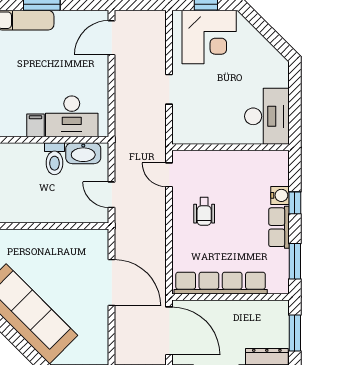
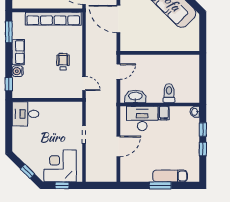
window: (264, 28) -> (27, 171), added
door: (112, 38) -> (118, 146), moved
desk: (267, 116) -> (25, 114), width x0.73
toilet: (55, 159) -> (169, 93), moved
door: (112, 195) -> (118, 72), hinge flipped
window: (295, 203) -> (9, 84), moved

